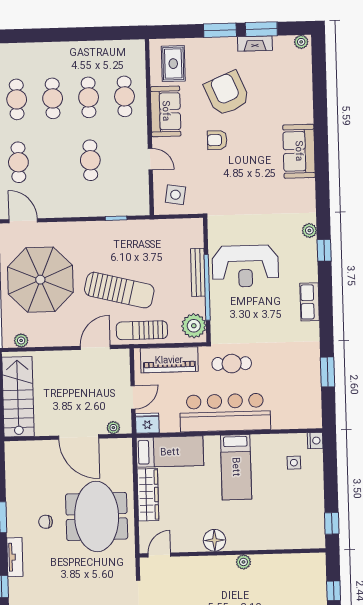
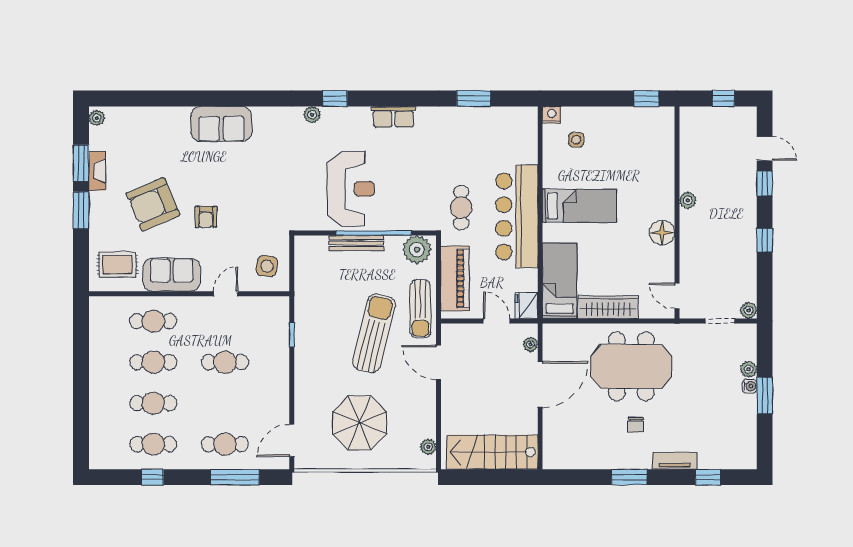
parasol: (40, 280) -> (359, 423), width x0.73, depth x0.73

